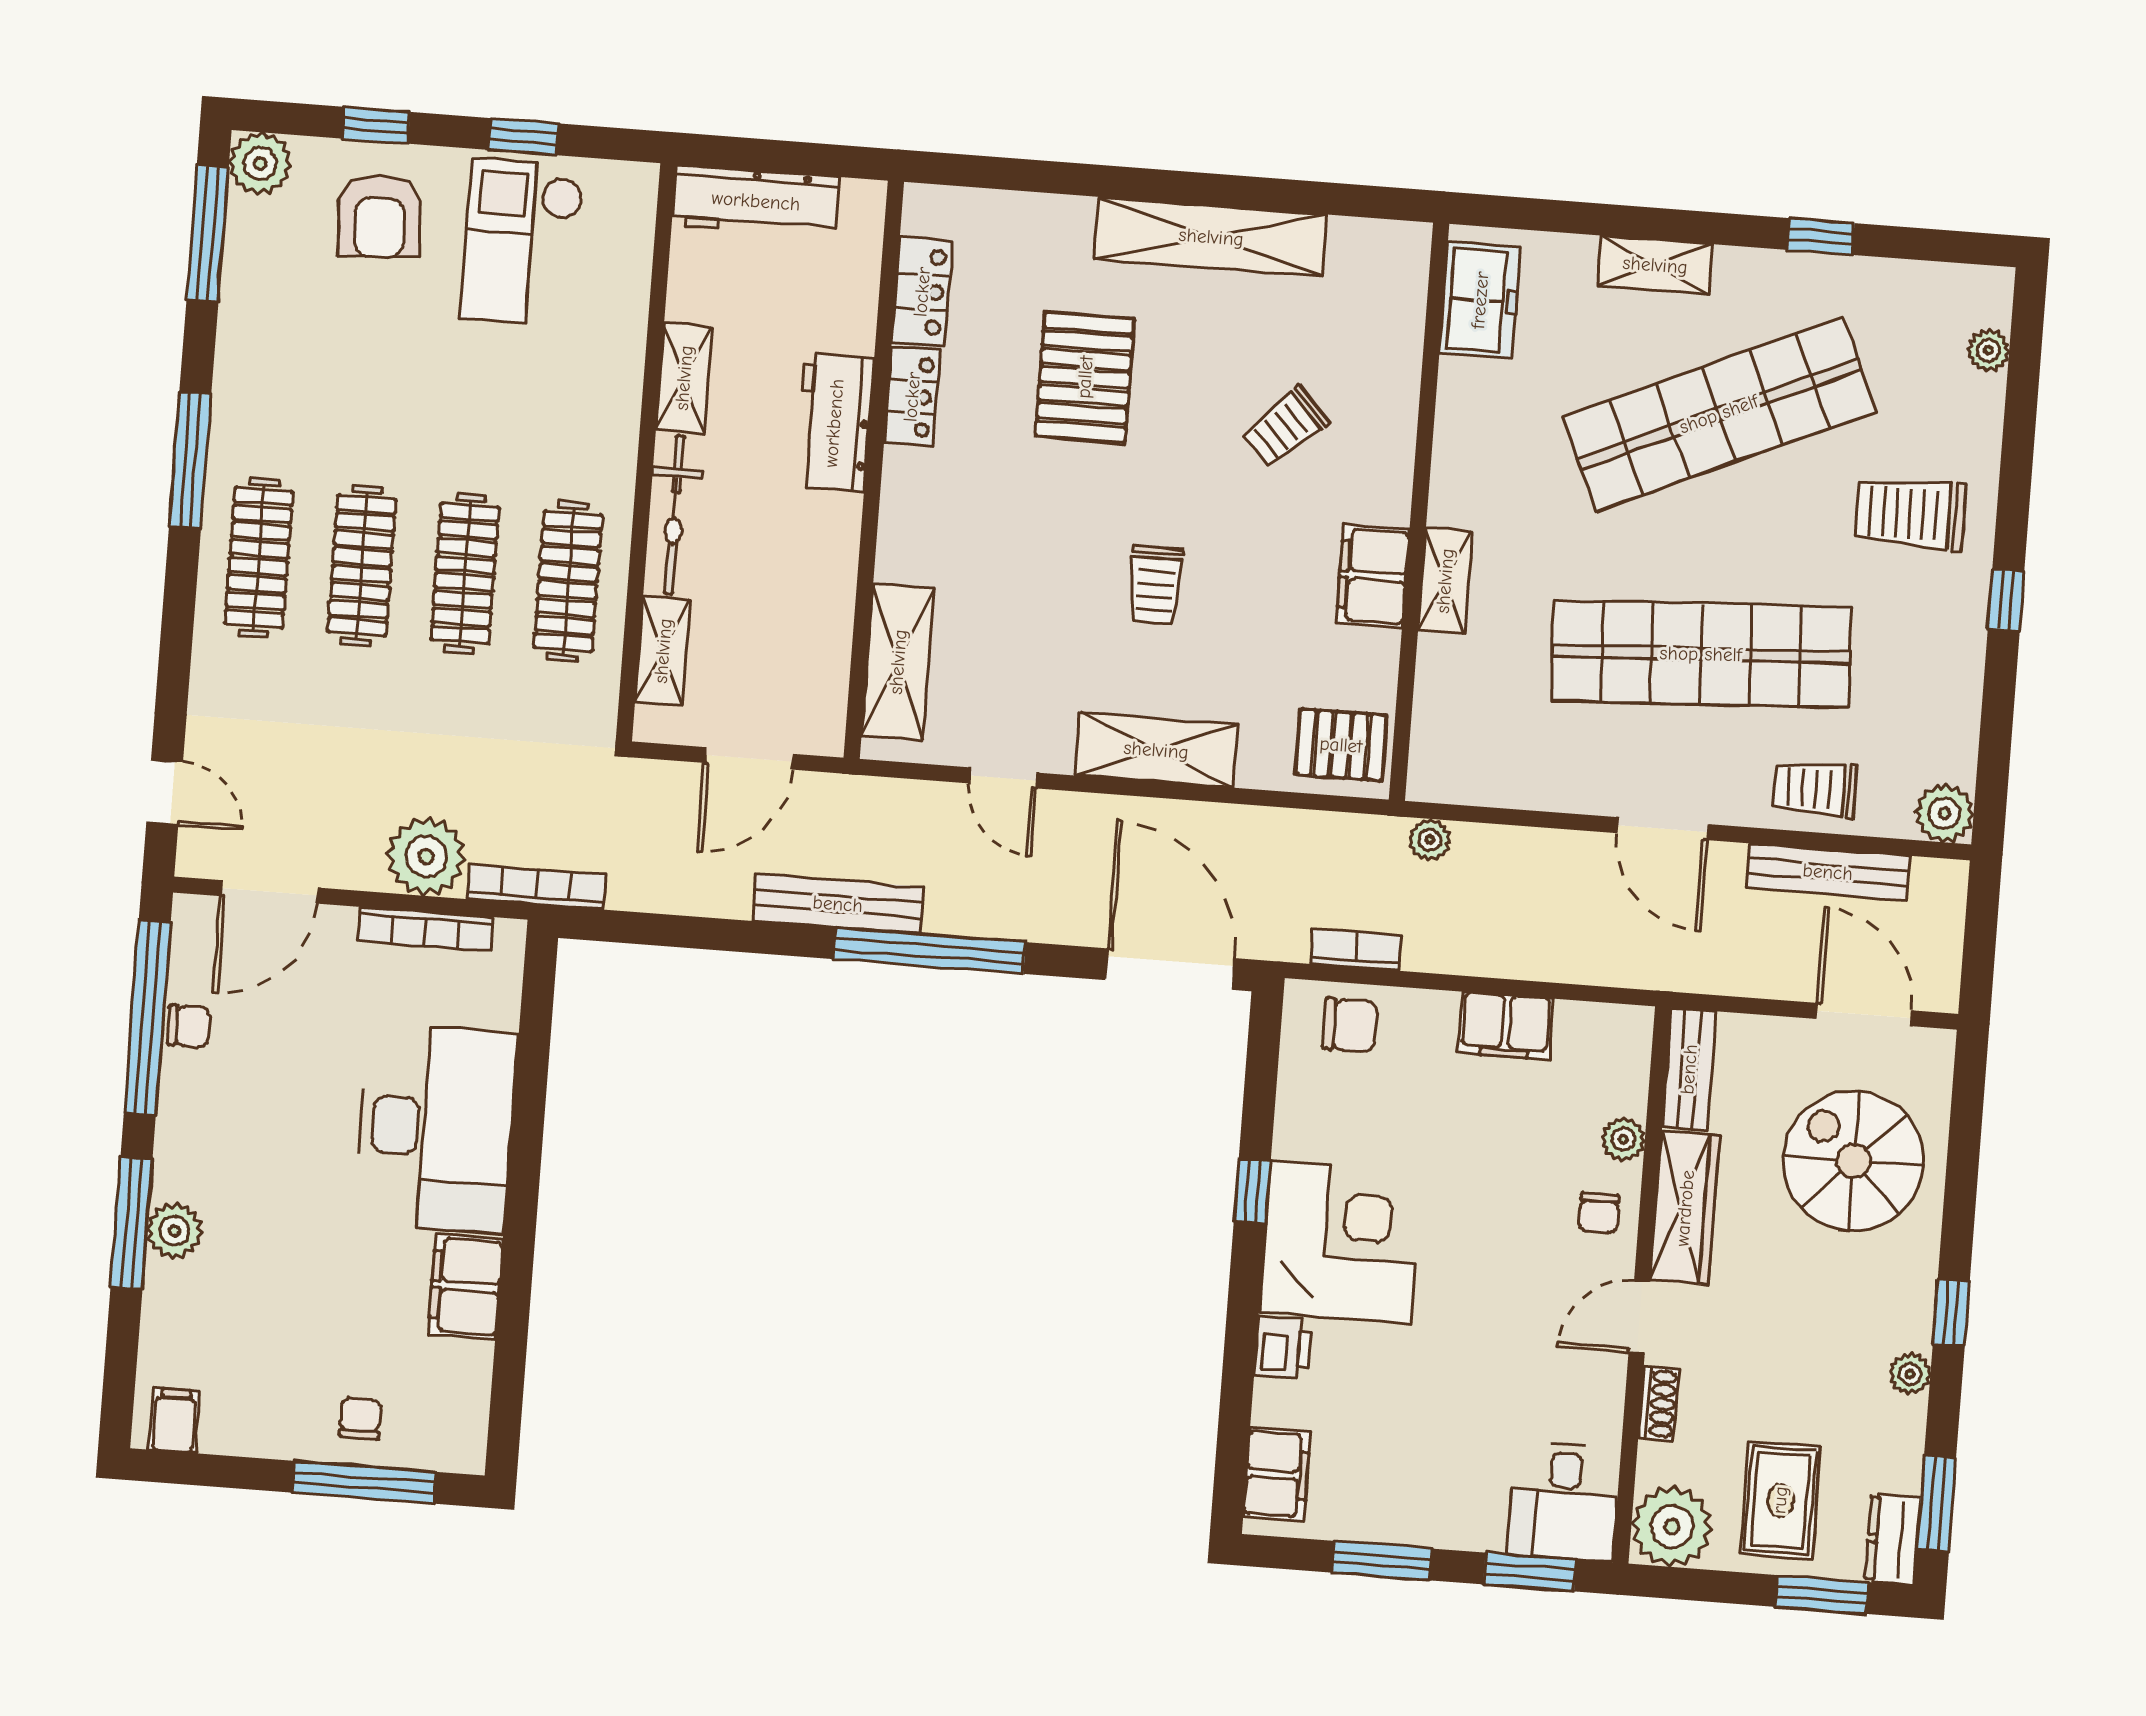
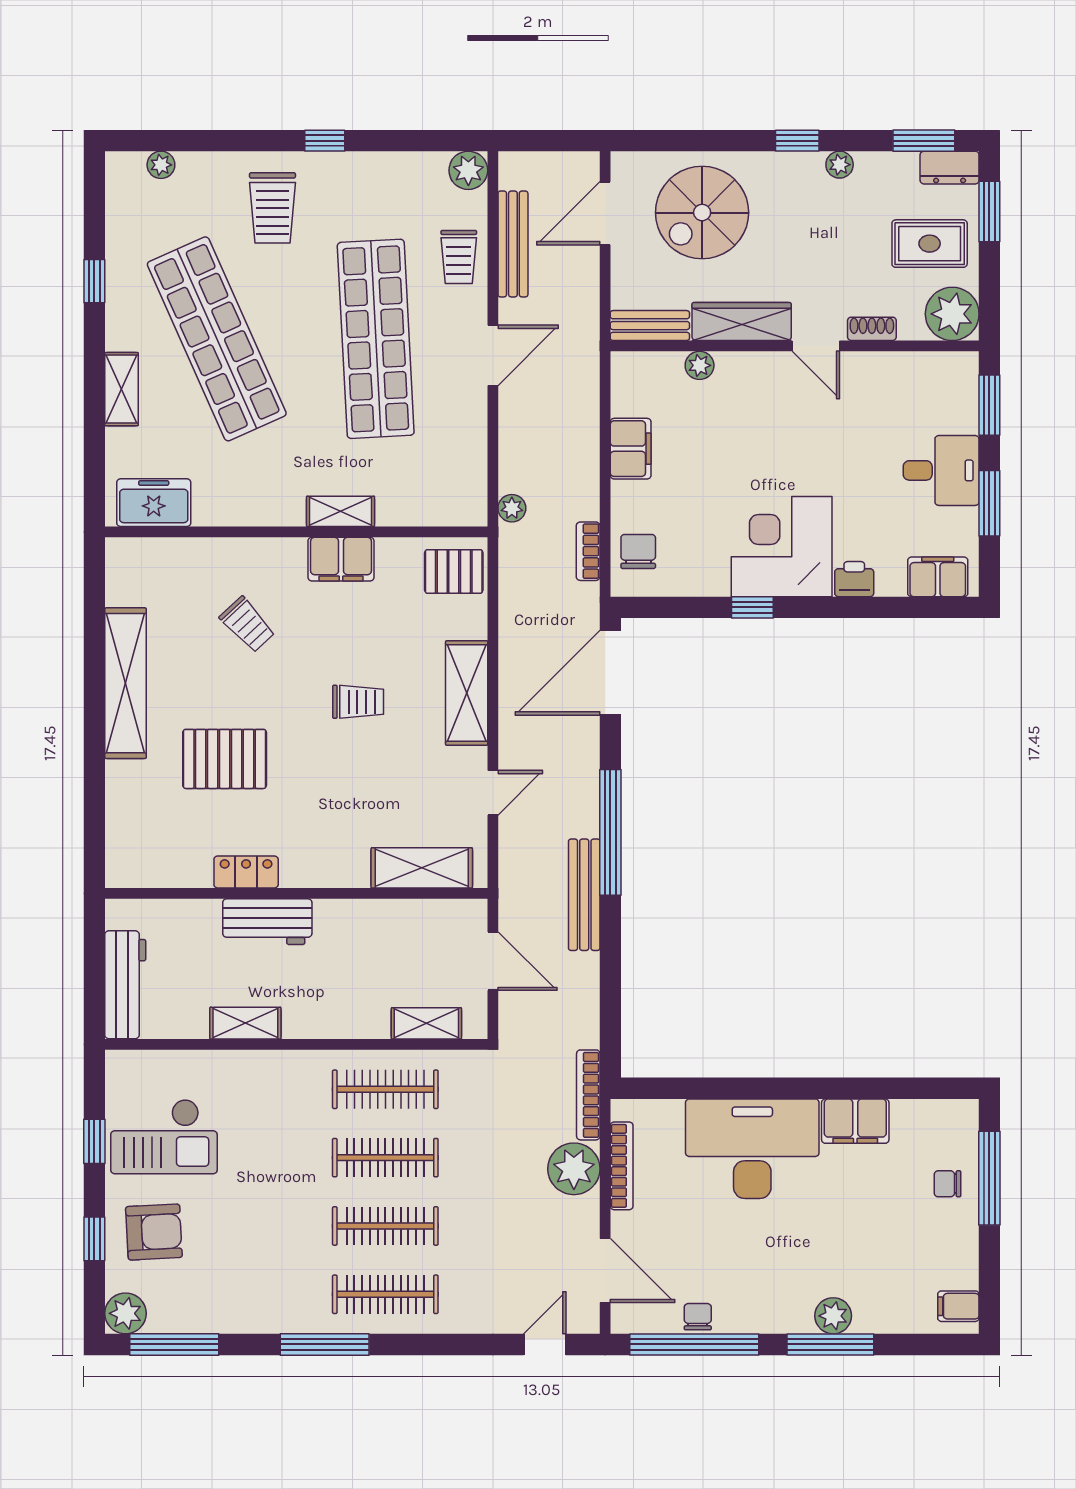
locker: (922, 292) -> (176, 871), removed
bicycle: (674, 515) -> (336, 1022), removed
pallet: (1341, 745) -> (454, 571), turned 90
chair: (1599, 1213) -> (749, 378), removed
desk: (1564, 1501) -> (941, 470), moved

